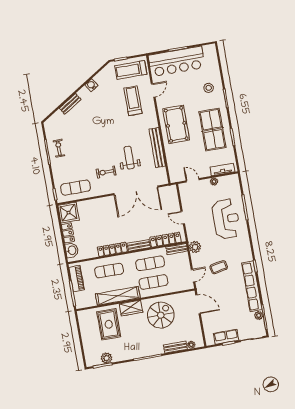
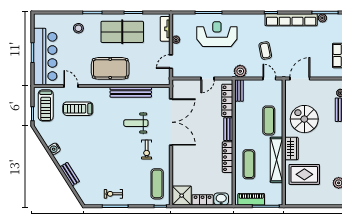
exercise mat: (150, 263) -> (249, 121), removed

